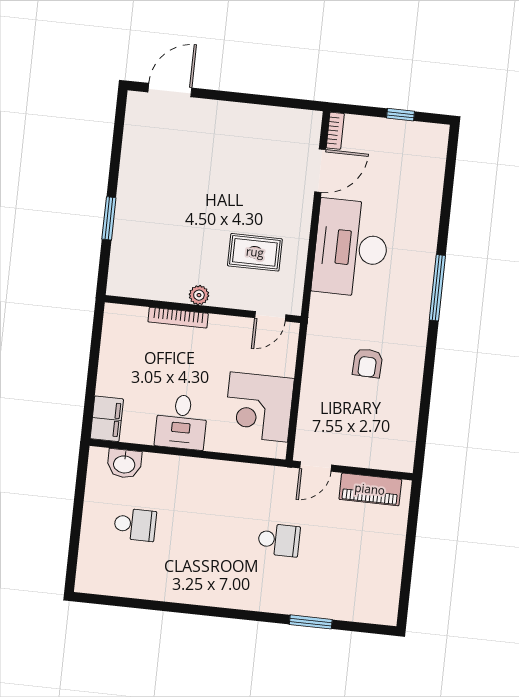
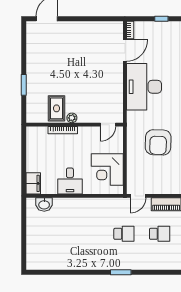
rug: (255, 252) -> (56, 108), moved, turned 90
armchair: (368, 363) -> (158, 142), width x1.88, depth x1.88
school desk: (135, 525) -> (160, 234), moved
window: (311, 622) -> (121, 272), moved

